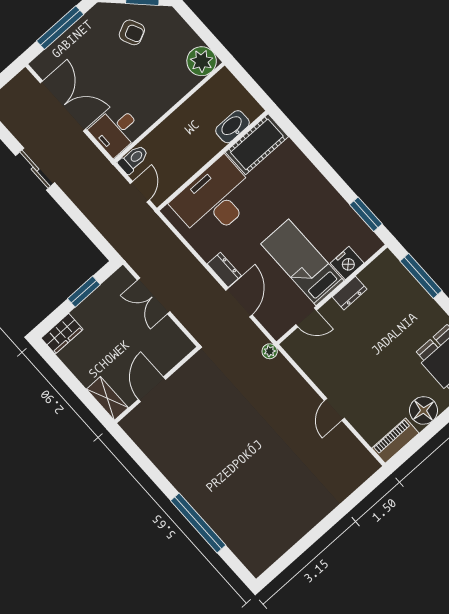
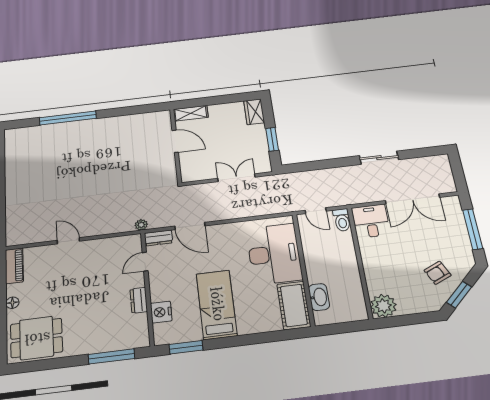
bed: (302, 262) -> (217, 304), moved, turned -90
dresser: (224, 270) -> (158, 238), moved
floor lamp: (424, 410) -> (12, 303), width x0.53, depth x0.53

